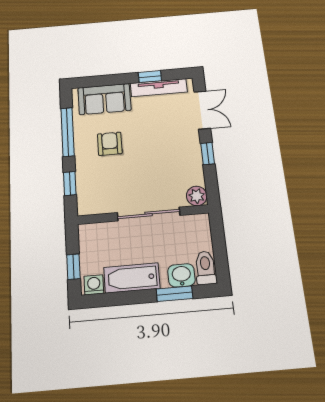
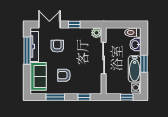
window: (150, 77) -> (27, 51), width x2.17
armchair: (163, 127) -> (57, 46), added
window: (68, 132) -> (55, 97), width x0.69
window: (175, 294) -> (144, 64), moved

